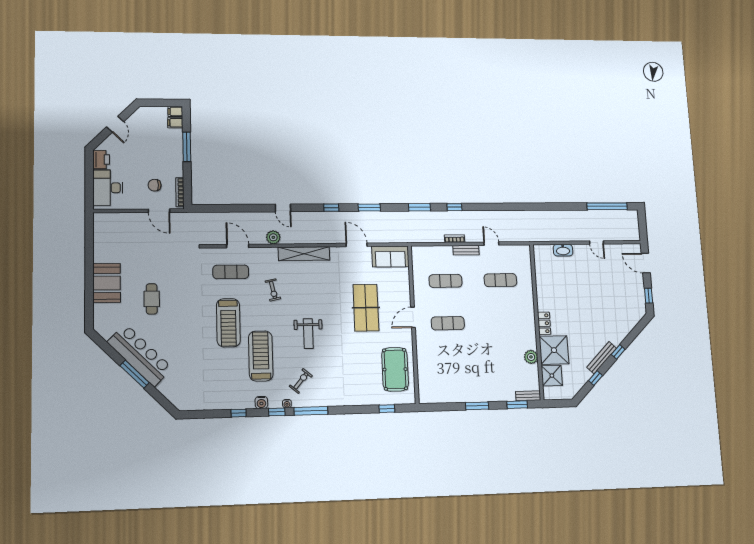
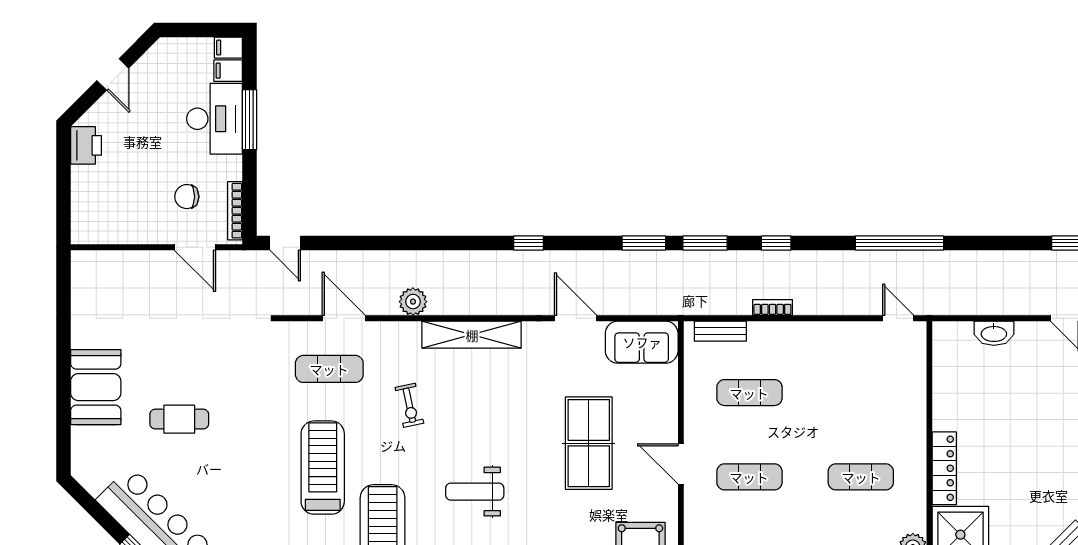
desk: (108, 188) -> (215, 119), moved, turned 180
window: (369, 207) -> (644, 243), moved
window: (514, 207) -> (899, 243), added
door: (283, 208) -> (285, 243), moved
door: (491, 244) -> (898, 318), moved
bench: (466, 250) -> (720, 331), moved
exercise mat: (500, 280) -> (861, 477), moved
cafe table: (152, 299) -> (179, 419), turned 90
door: (413, 317) -> (681, 464), hinge flipped
treadmill: (228, 323) -> (323, 468), turned 180
locker: (544, 323) -> (944, 468), width x1.53
weight bench: (308, 334) -> (475, 492), turned 90

